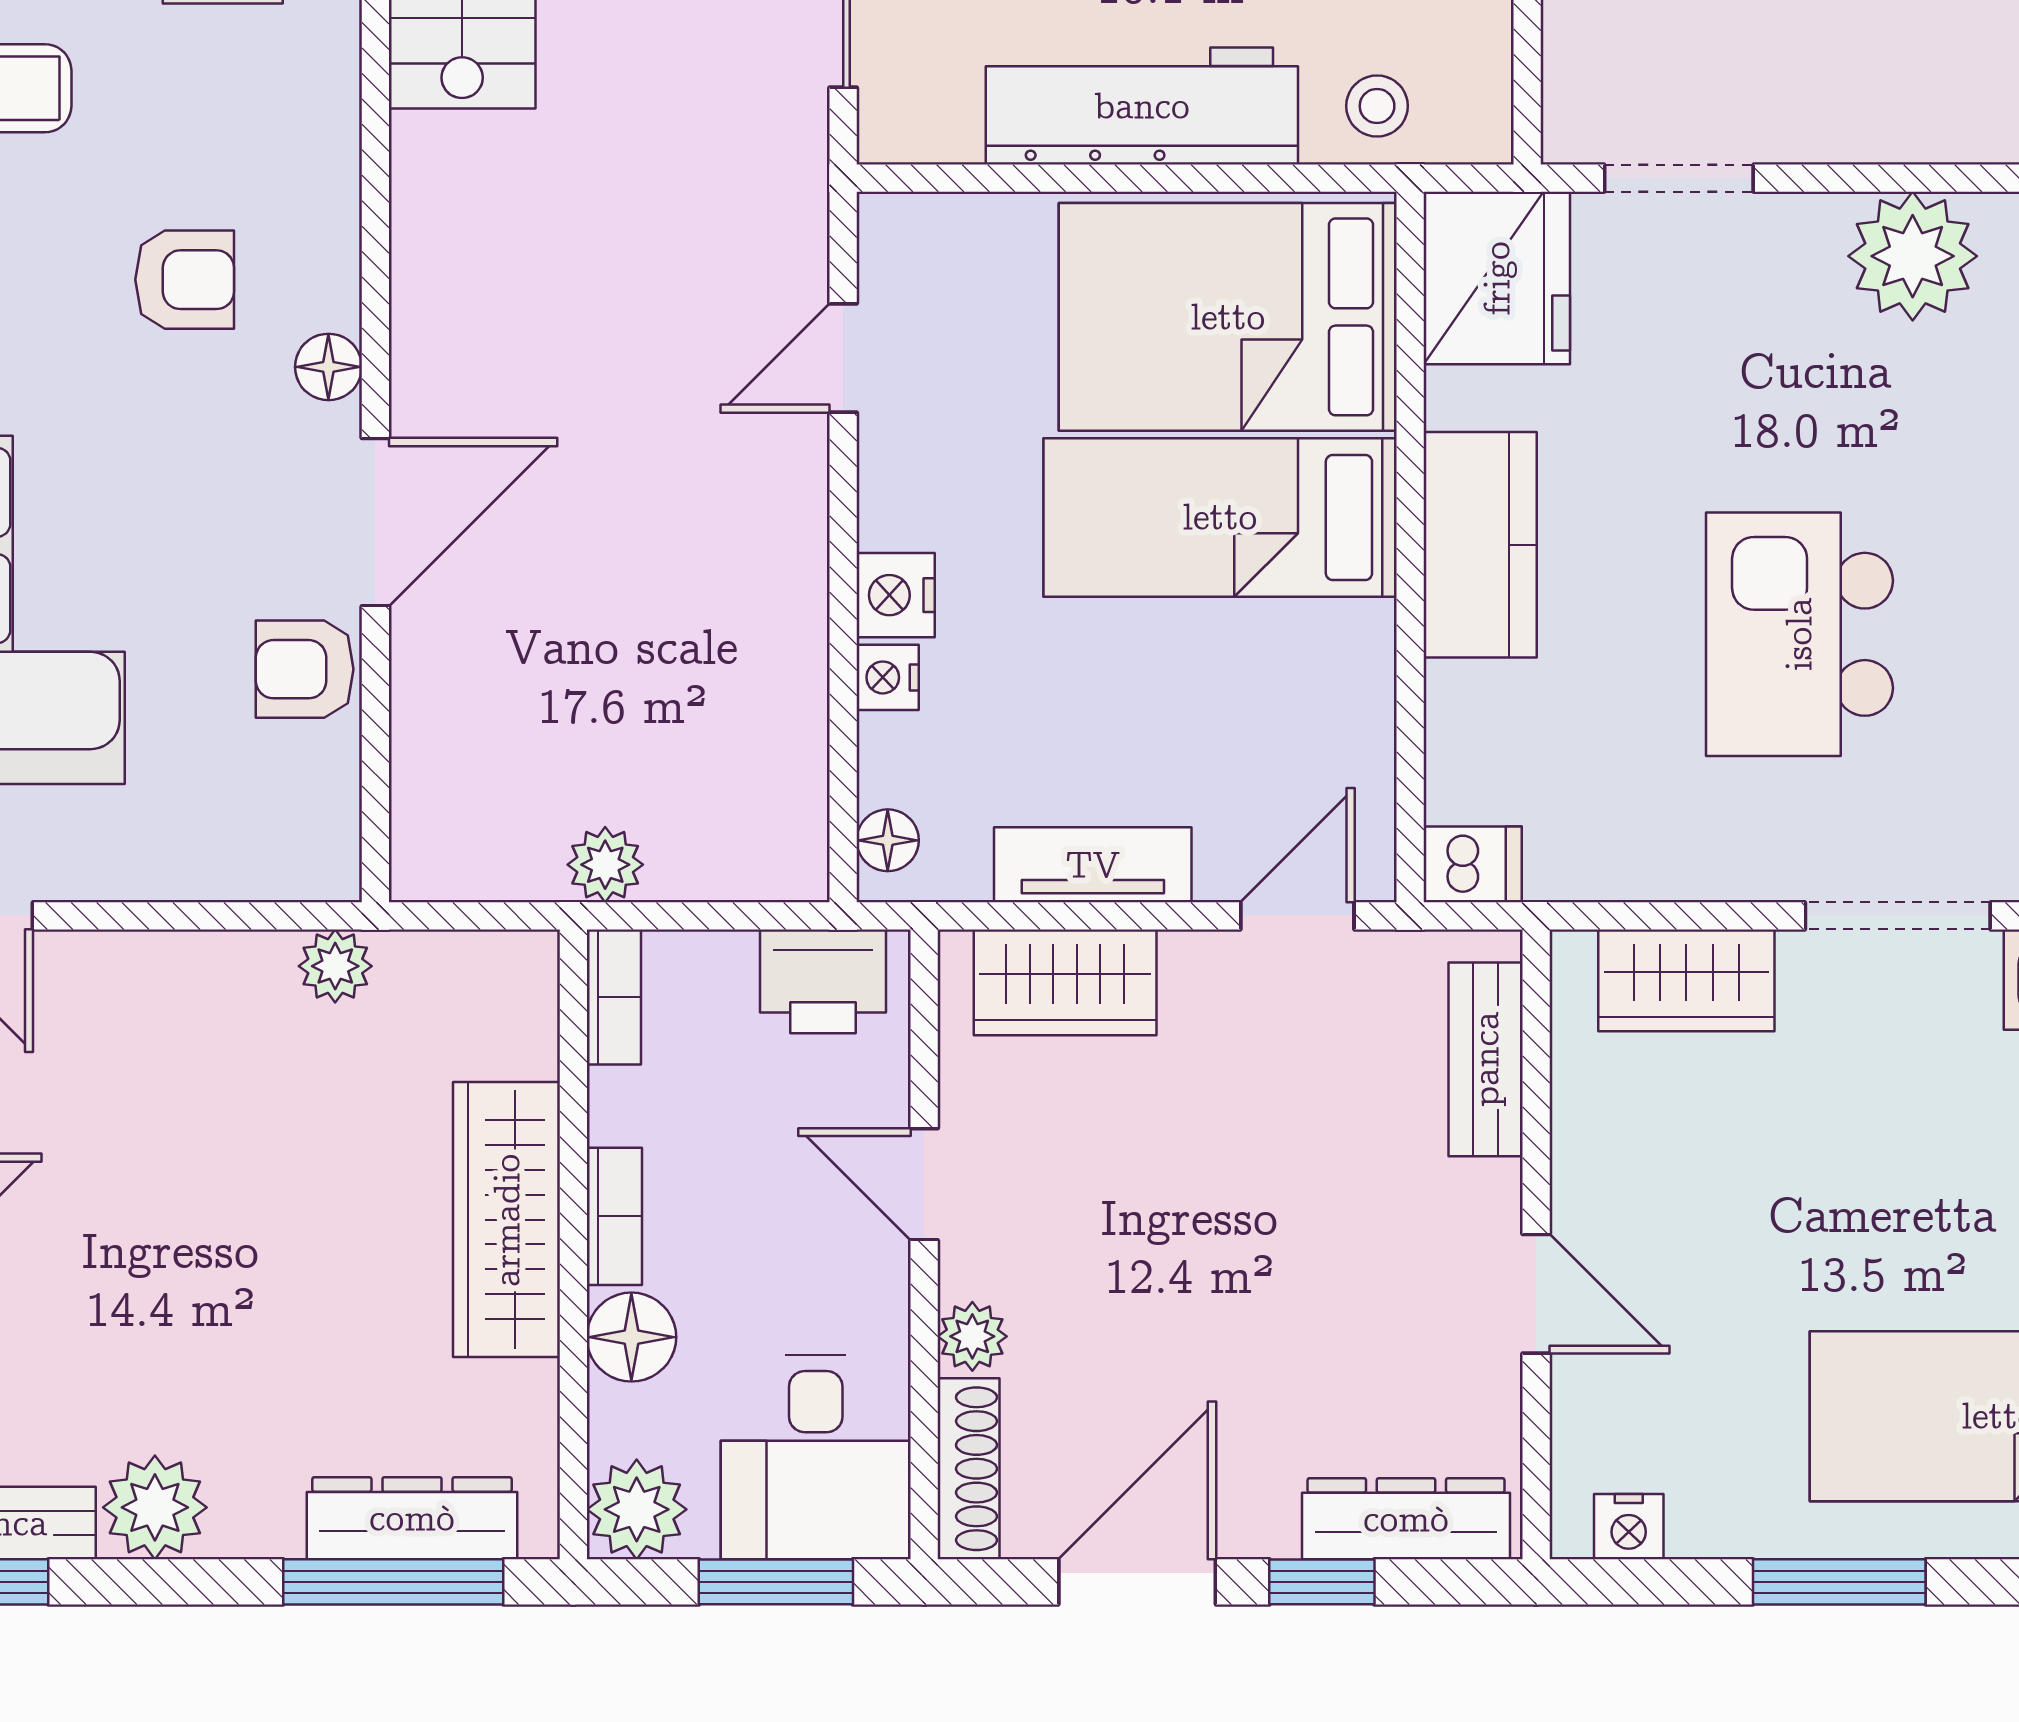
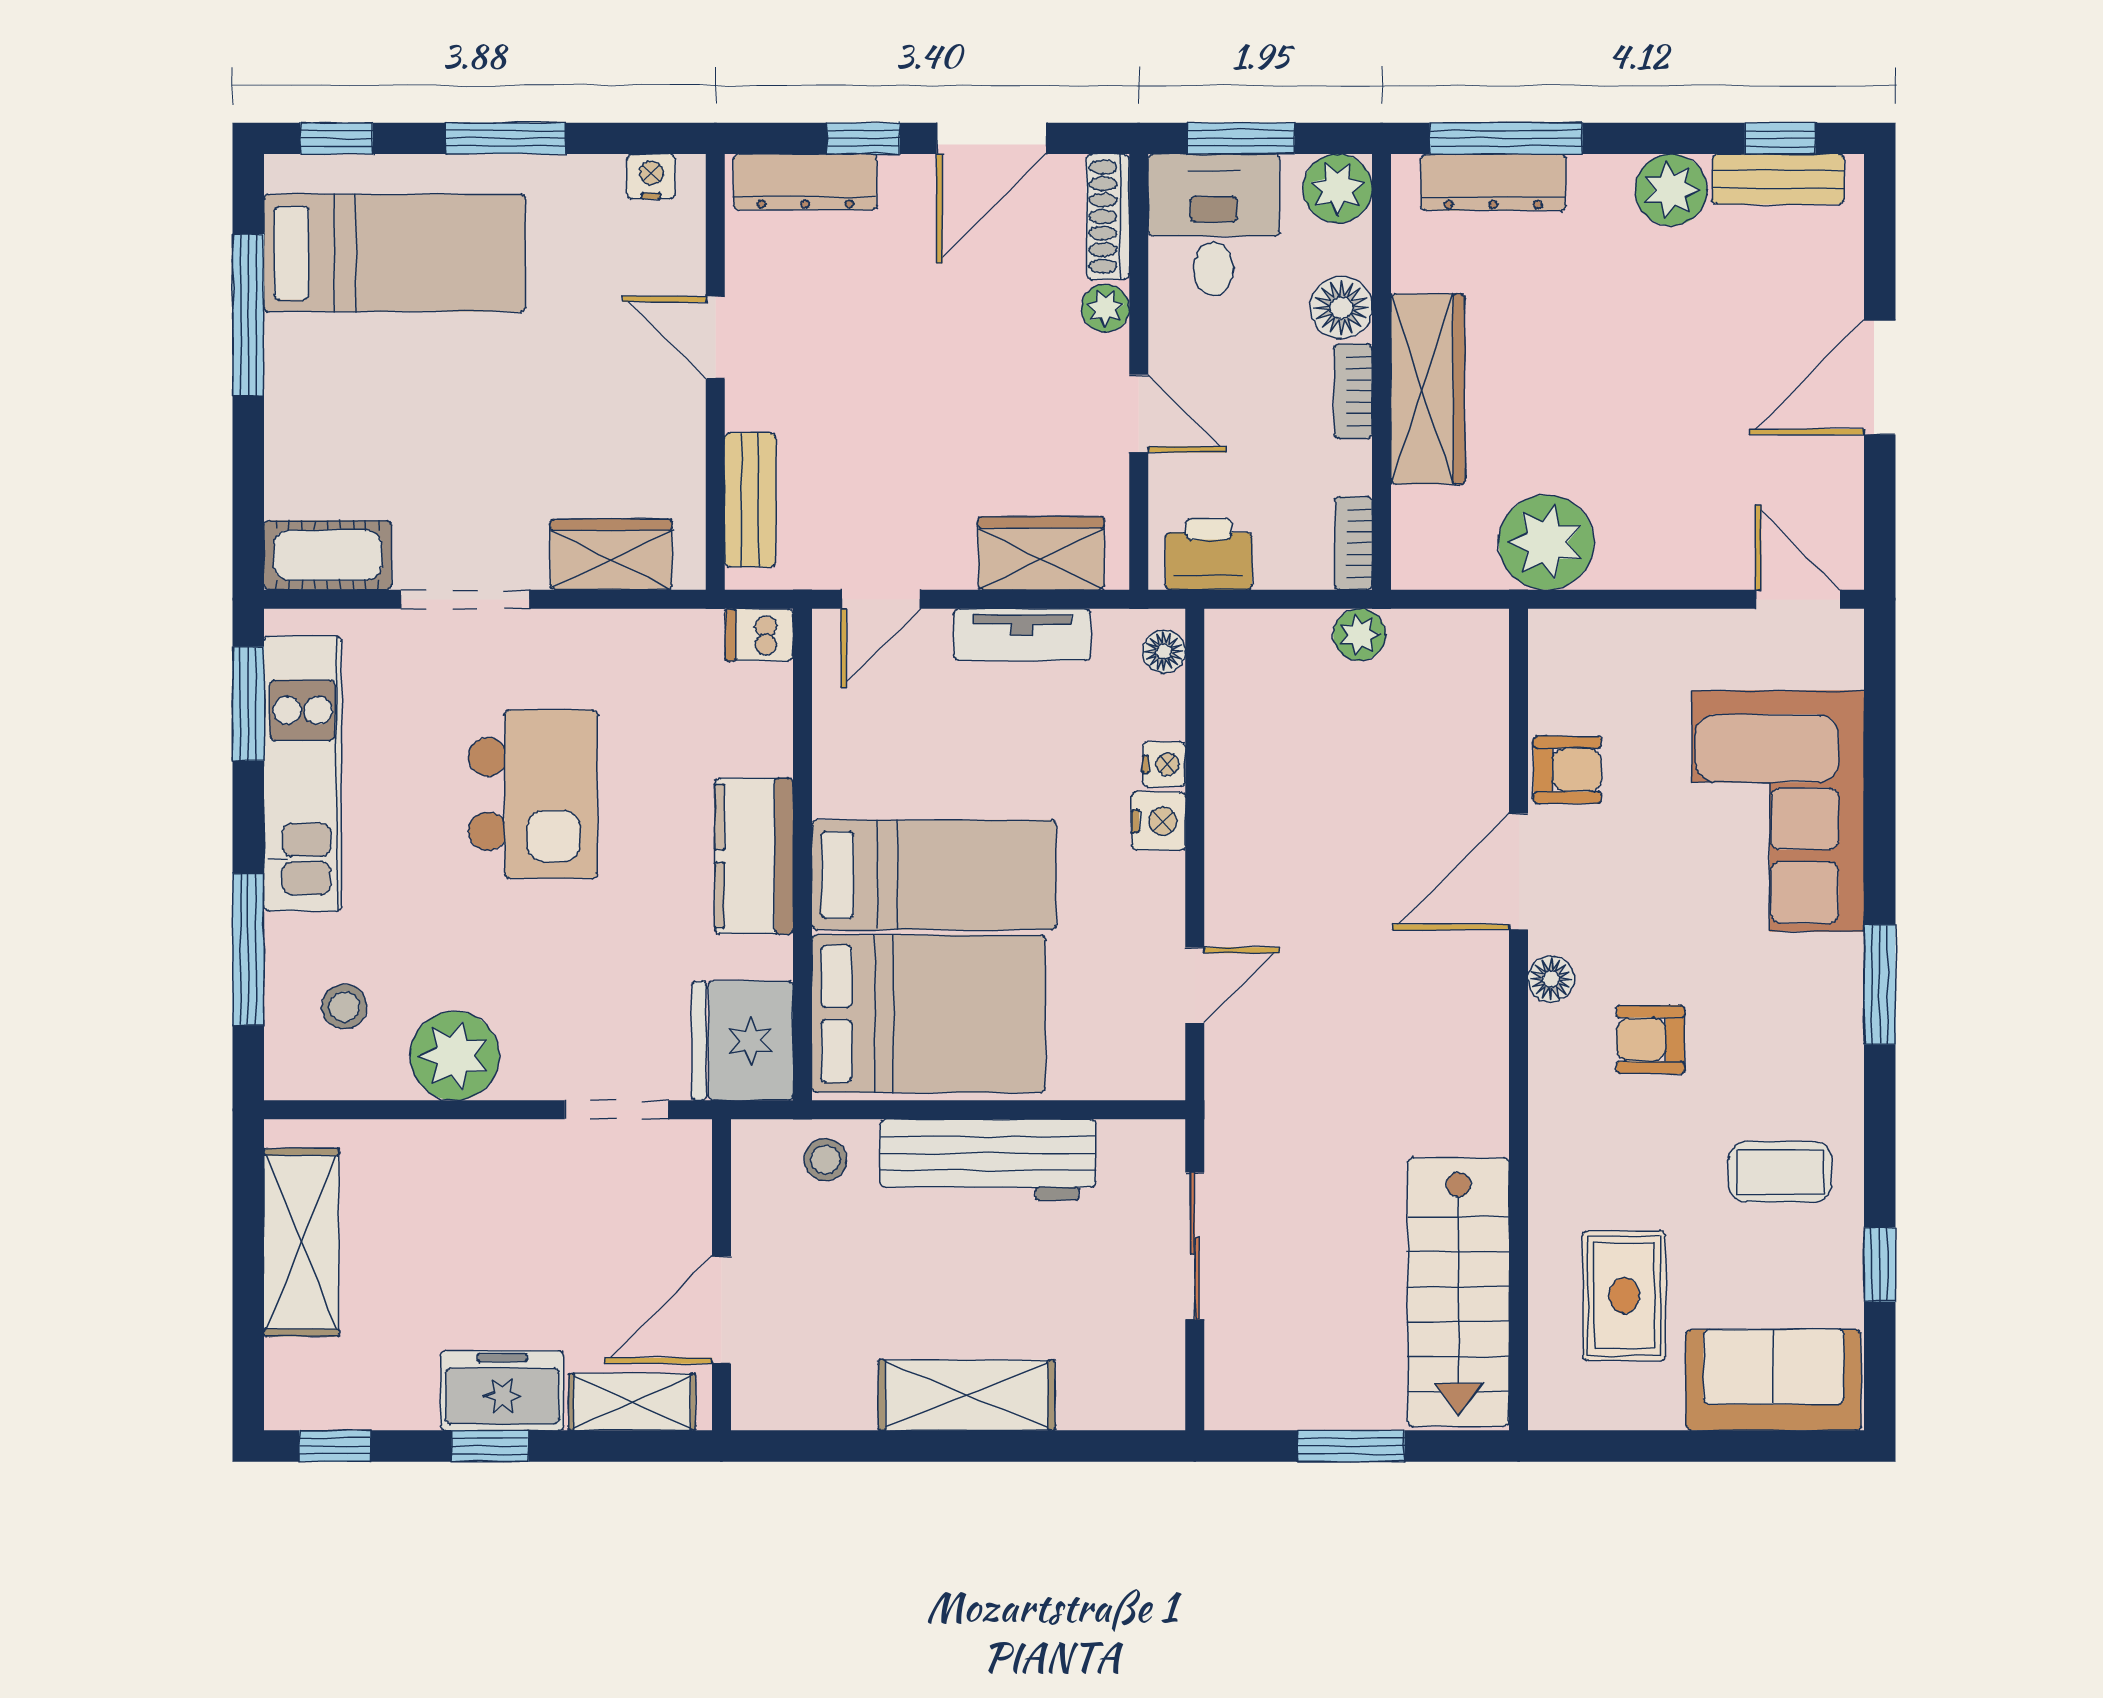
plant: (335, 966) -> (1546, 542), width x1.87, depth x1.87

